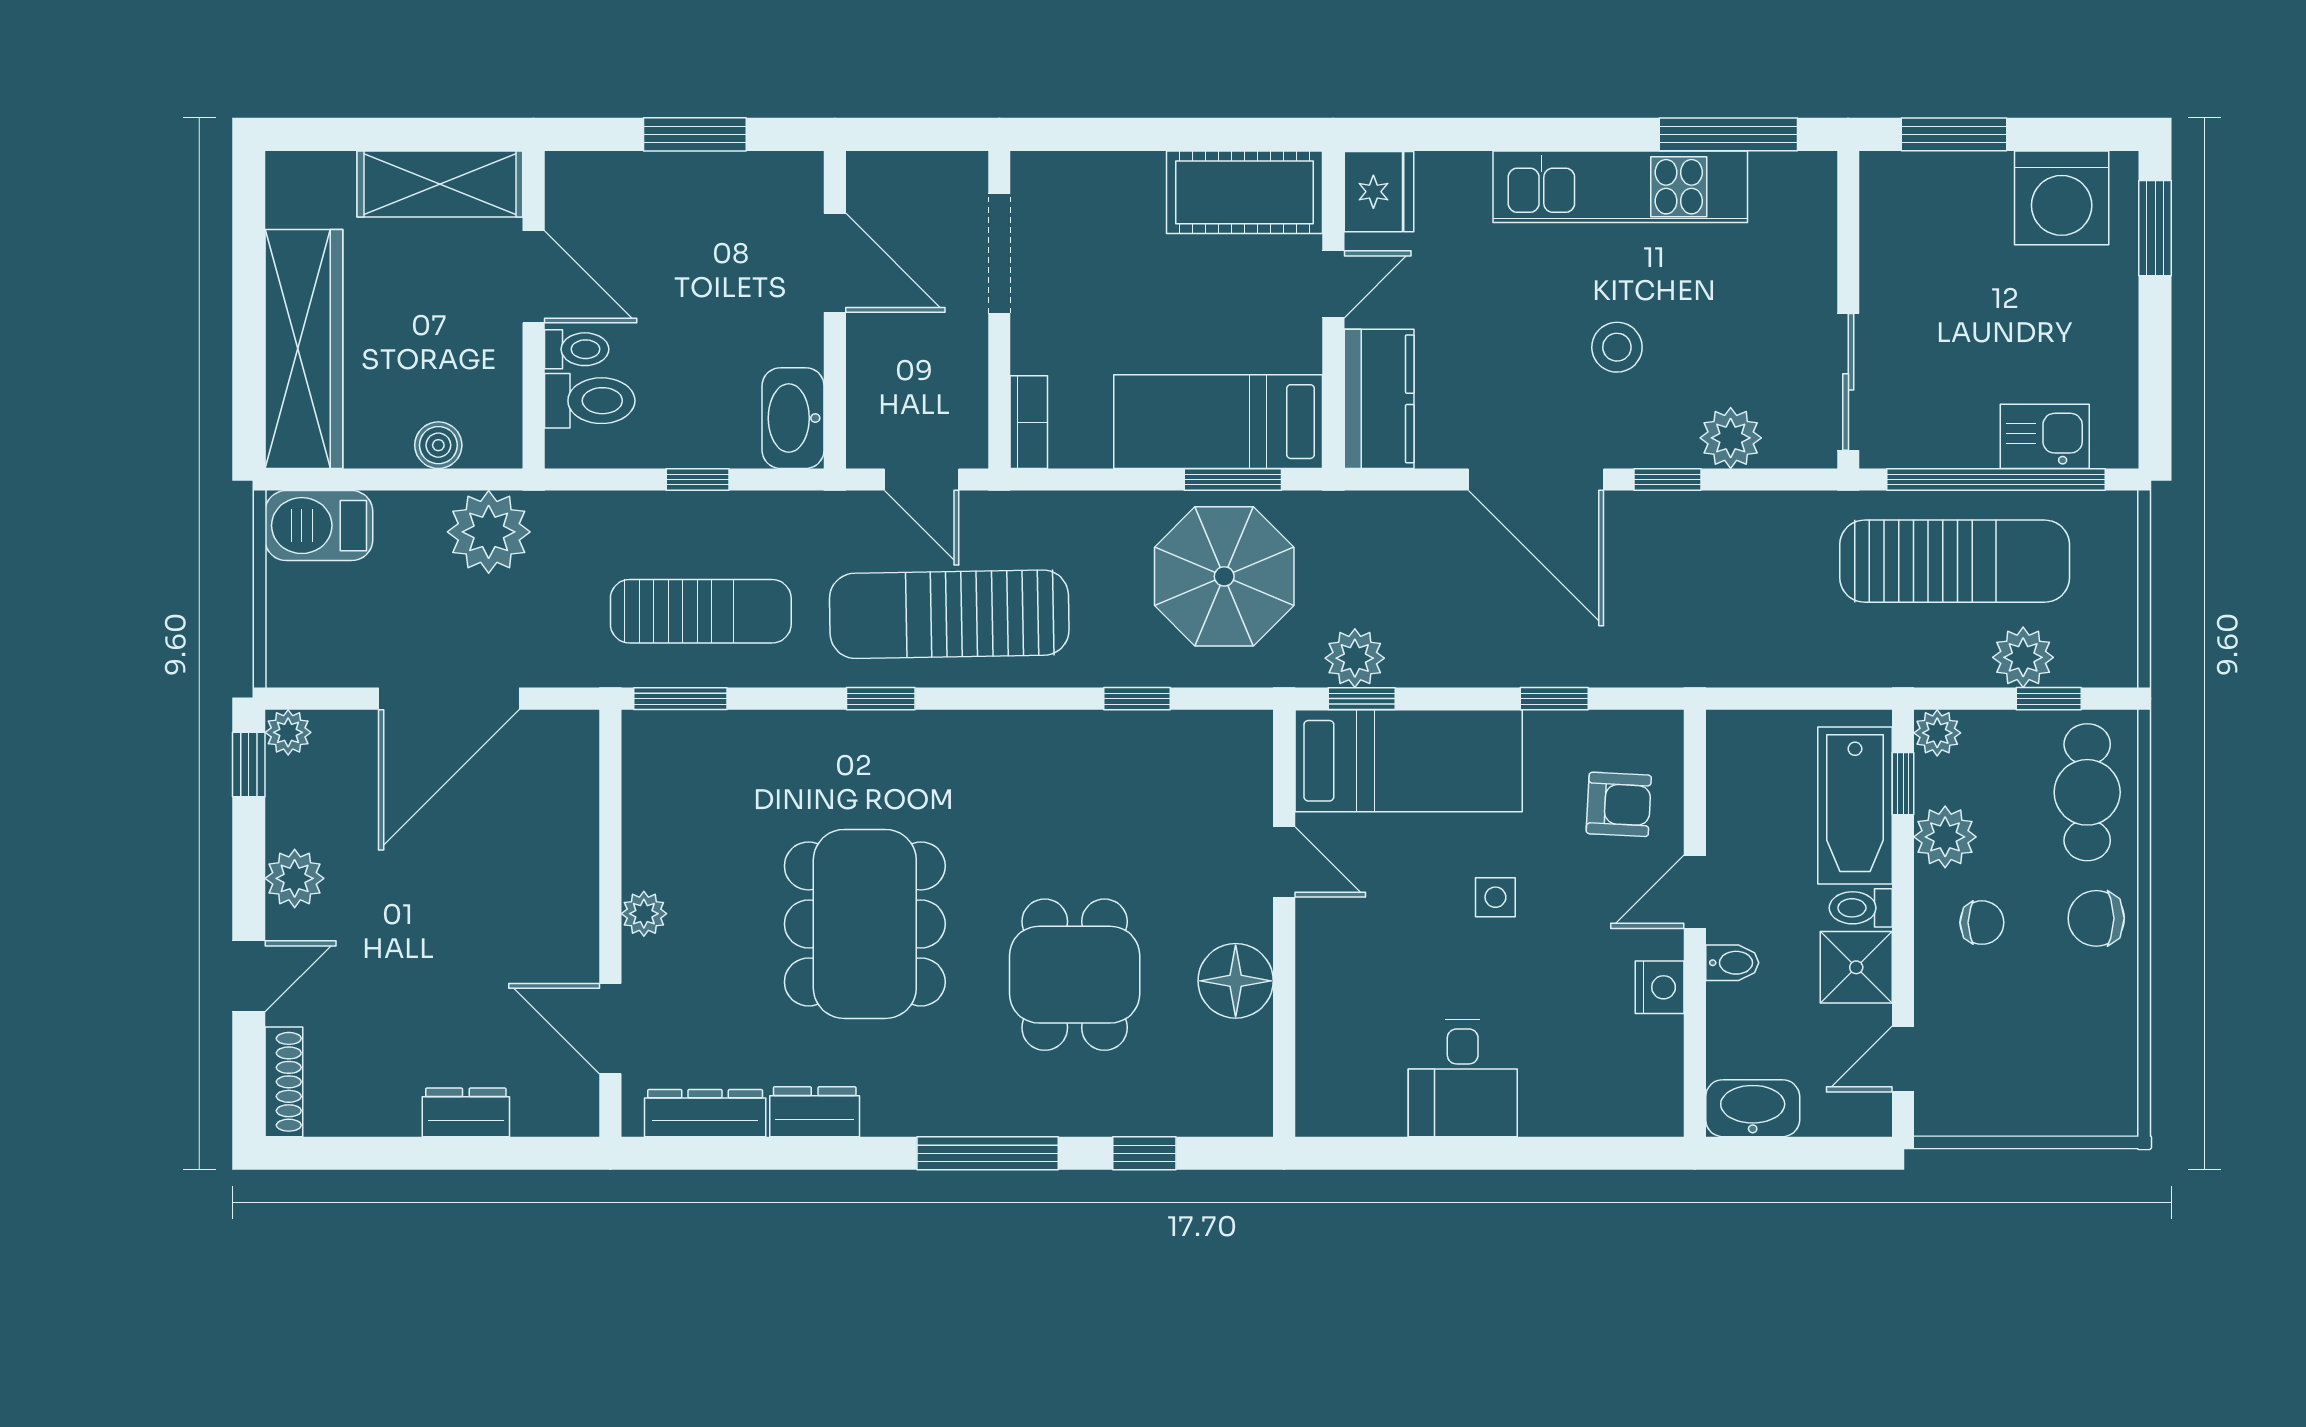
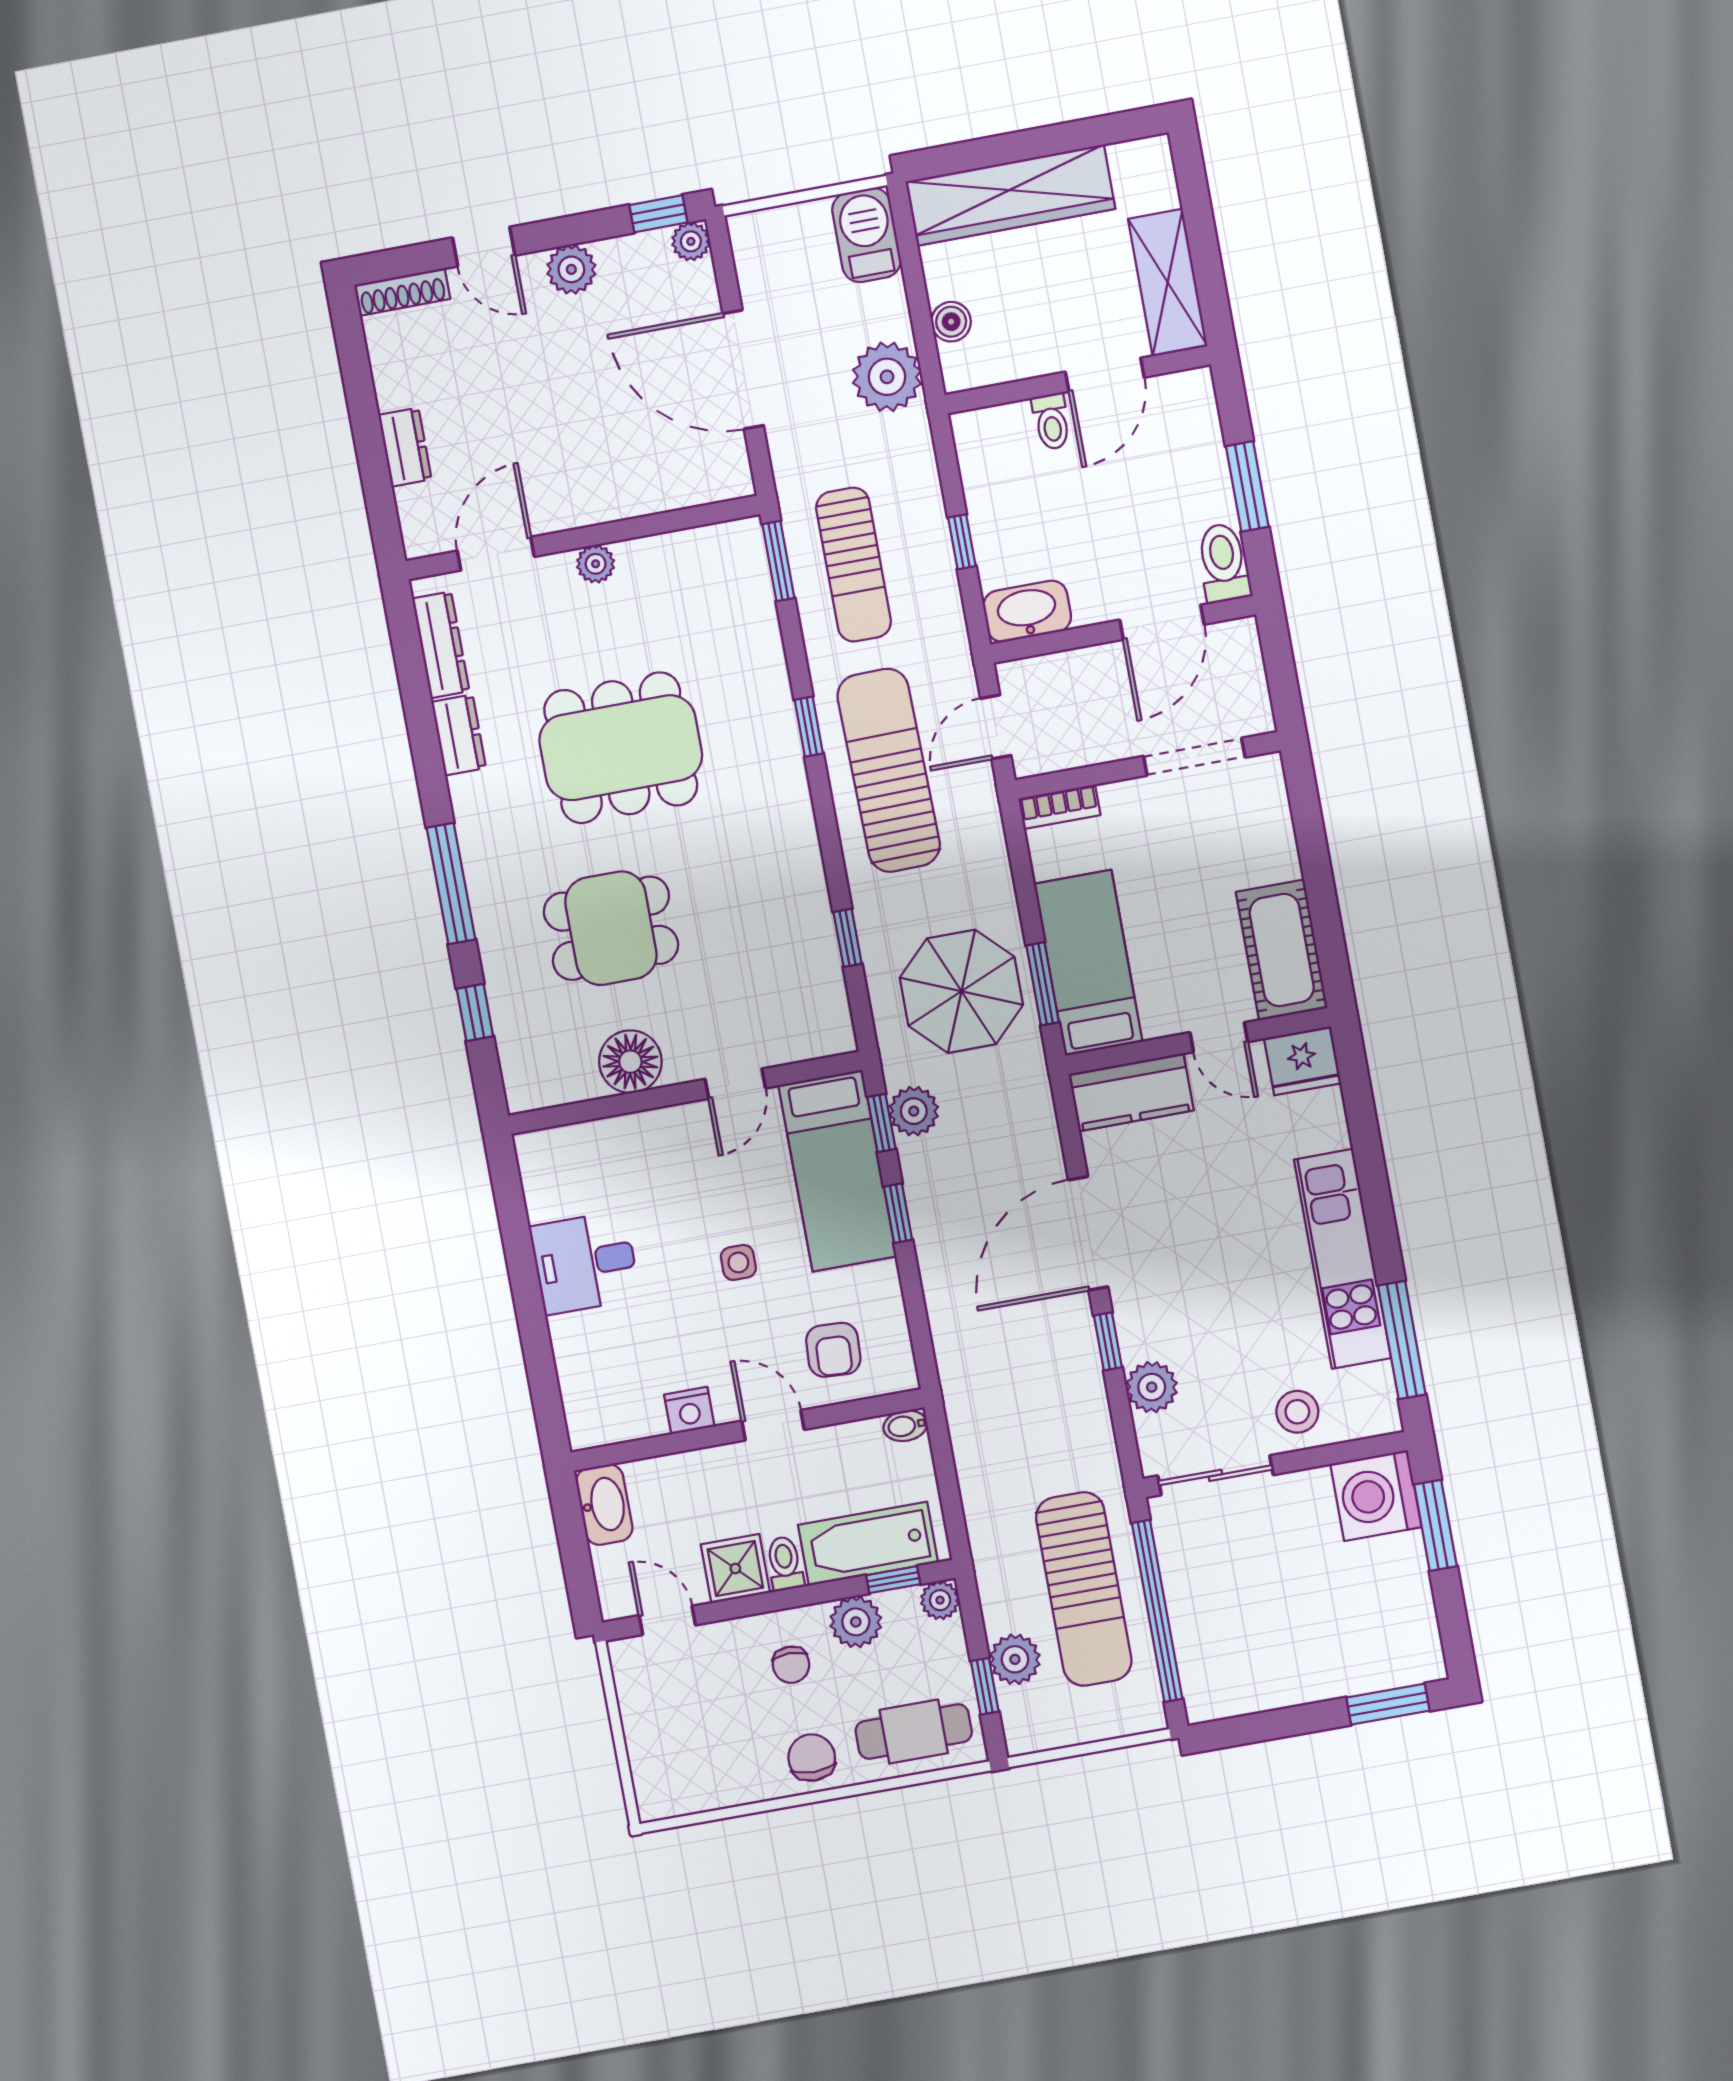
washing machine: (2062, 198) -> (1376, 1496), moved
stool: (1617, 347) -> (1297, 1412), moved
toilet: (590, 401) -> (1223, 563), moved, turned 180
kitchen sink: (2045, 436) -> (1200, 1645), removed
window: (1554, 699) -> (898, 1213), moved
bidet: (1732, 963) -> (905, 1426), moved, turned 90

